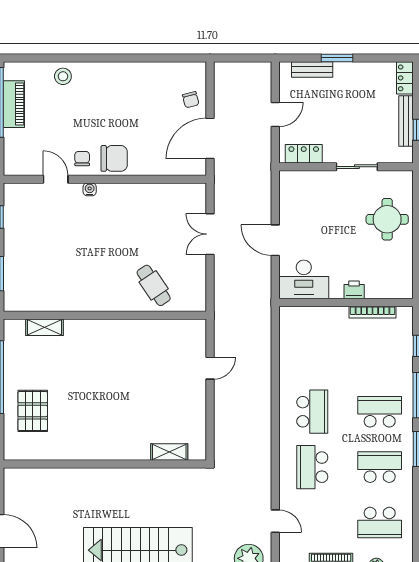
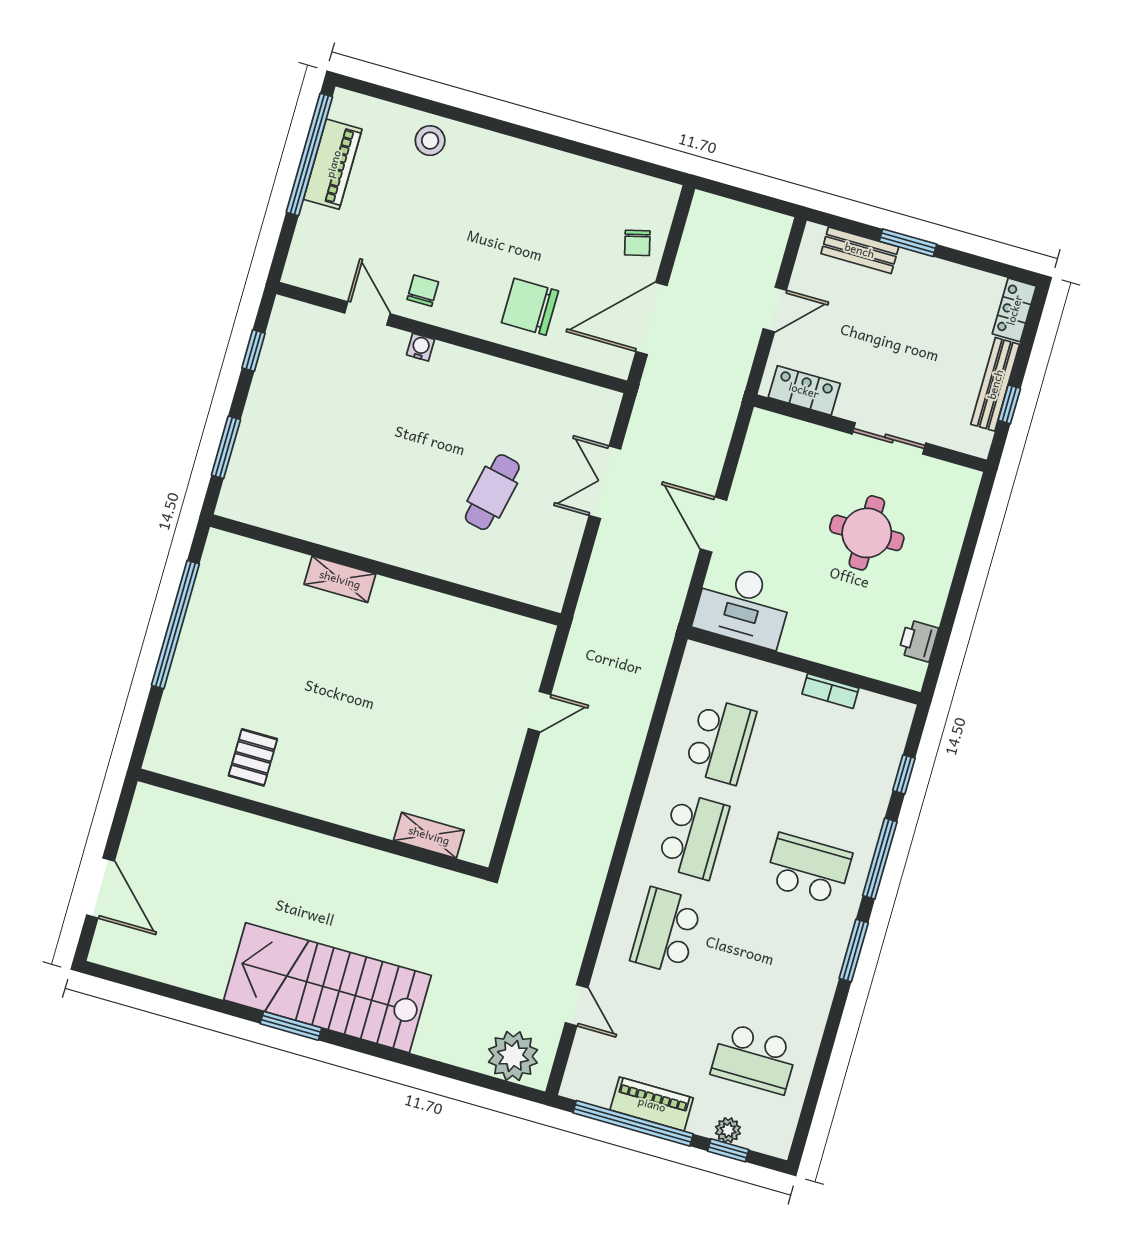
chair: (114, 158) -> (530, 307), moved, turned 180
round table: (387, 219) -> (867, 533), moved
cafe table: (154, 285) -> (492, 492), moved, turned 46
printer: (354, 290) -> (918, 641), moved, turned -90
bookcase: (373, 312) -> (830, 691), width x0.64
shelving: (44, 327) -> (340, 579), moved
pallet: (33, 411) -> (253, 757), moved, width x0.67, depth x0.71
school desk: (380, 467) -> (720, 741), moved, turned 90

